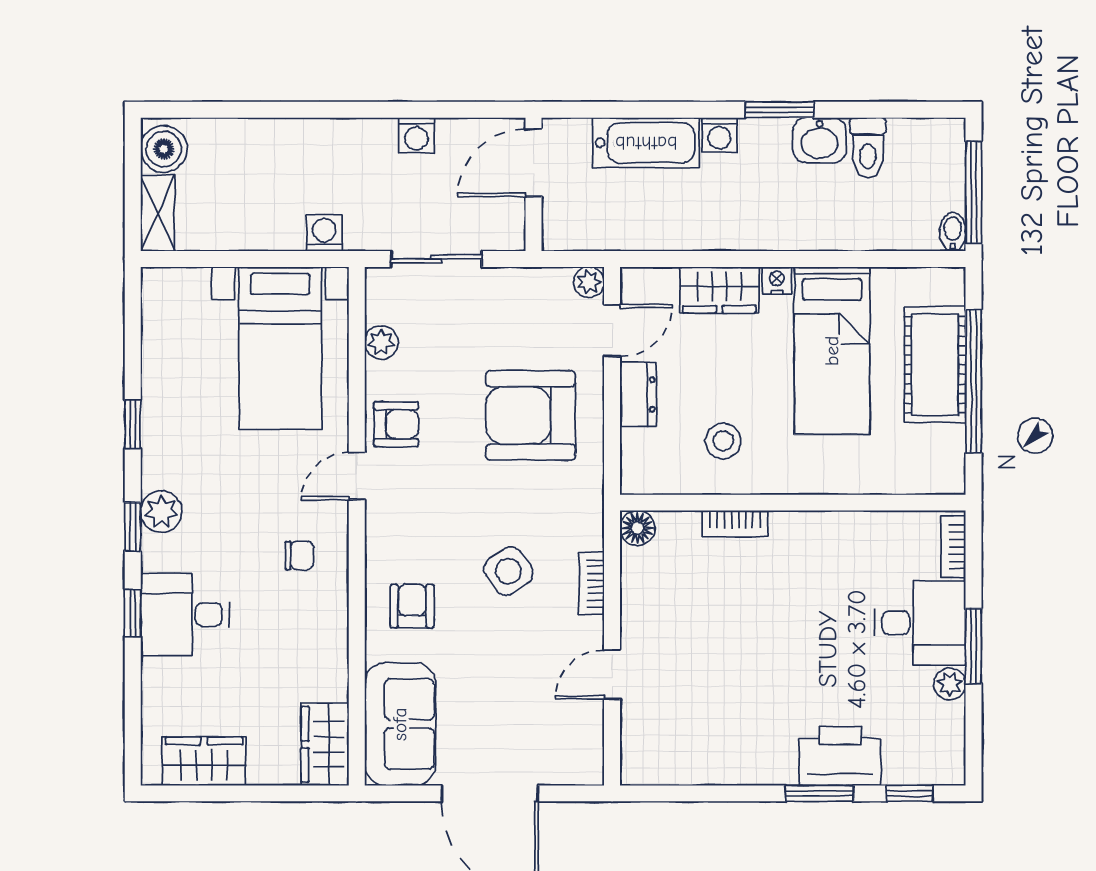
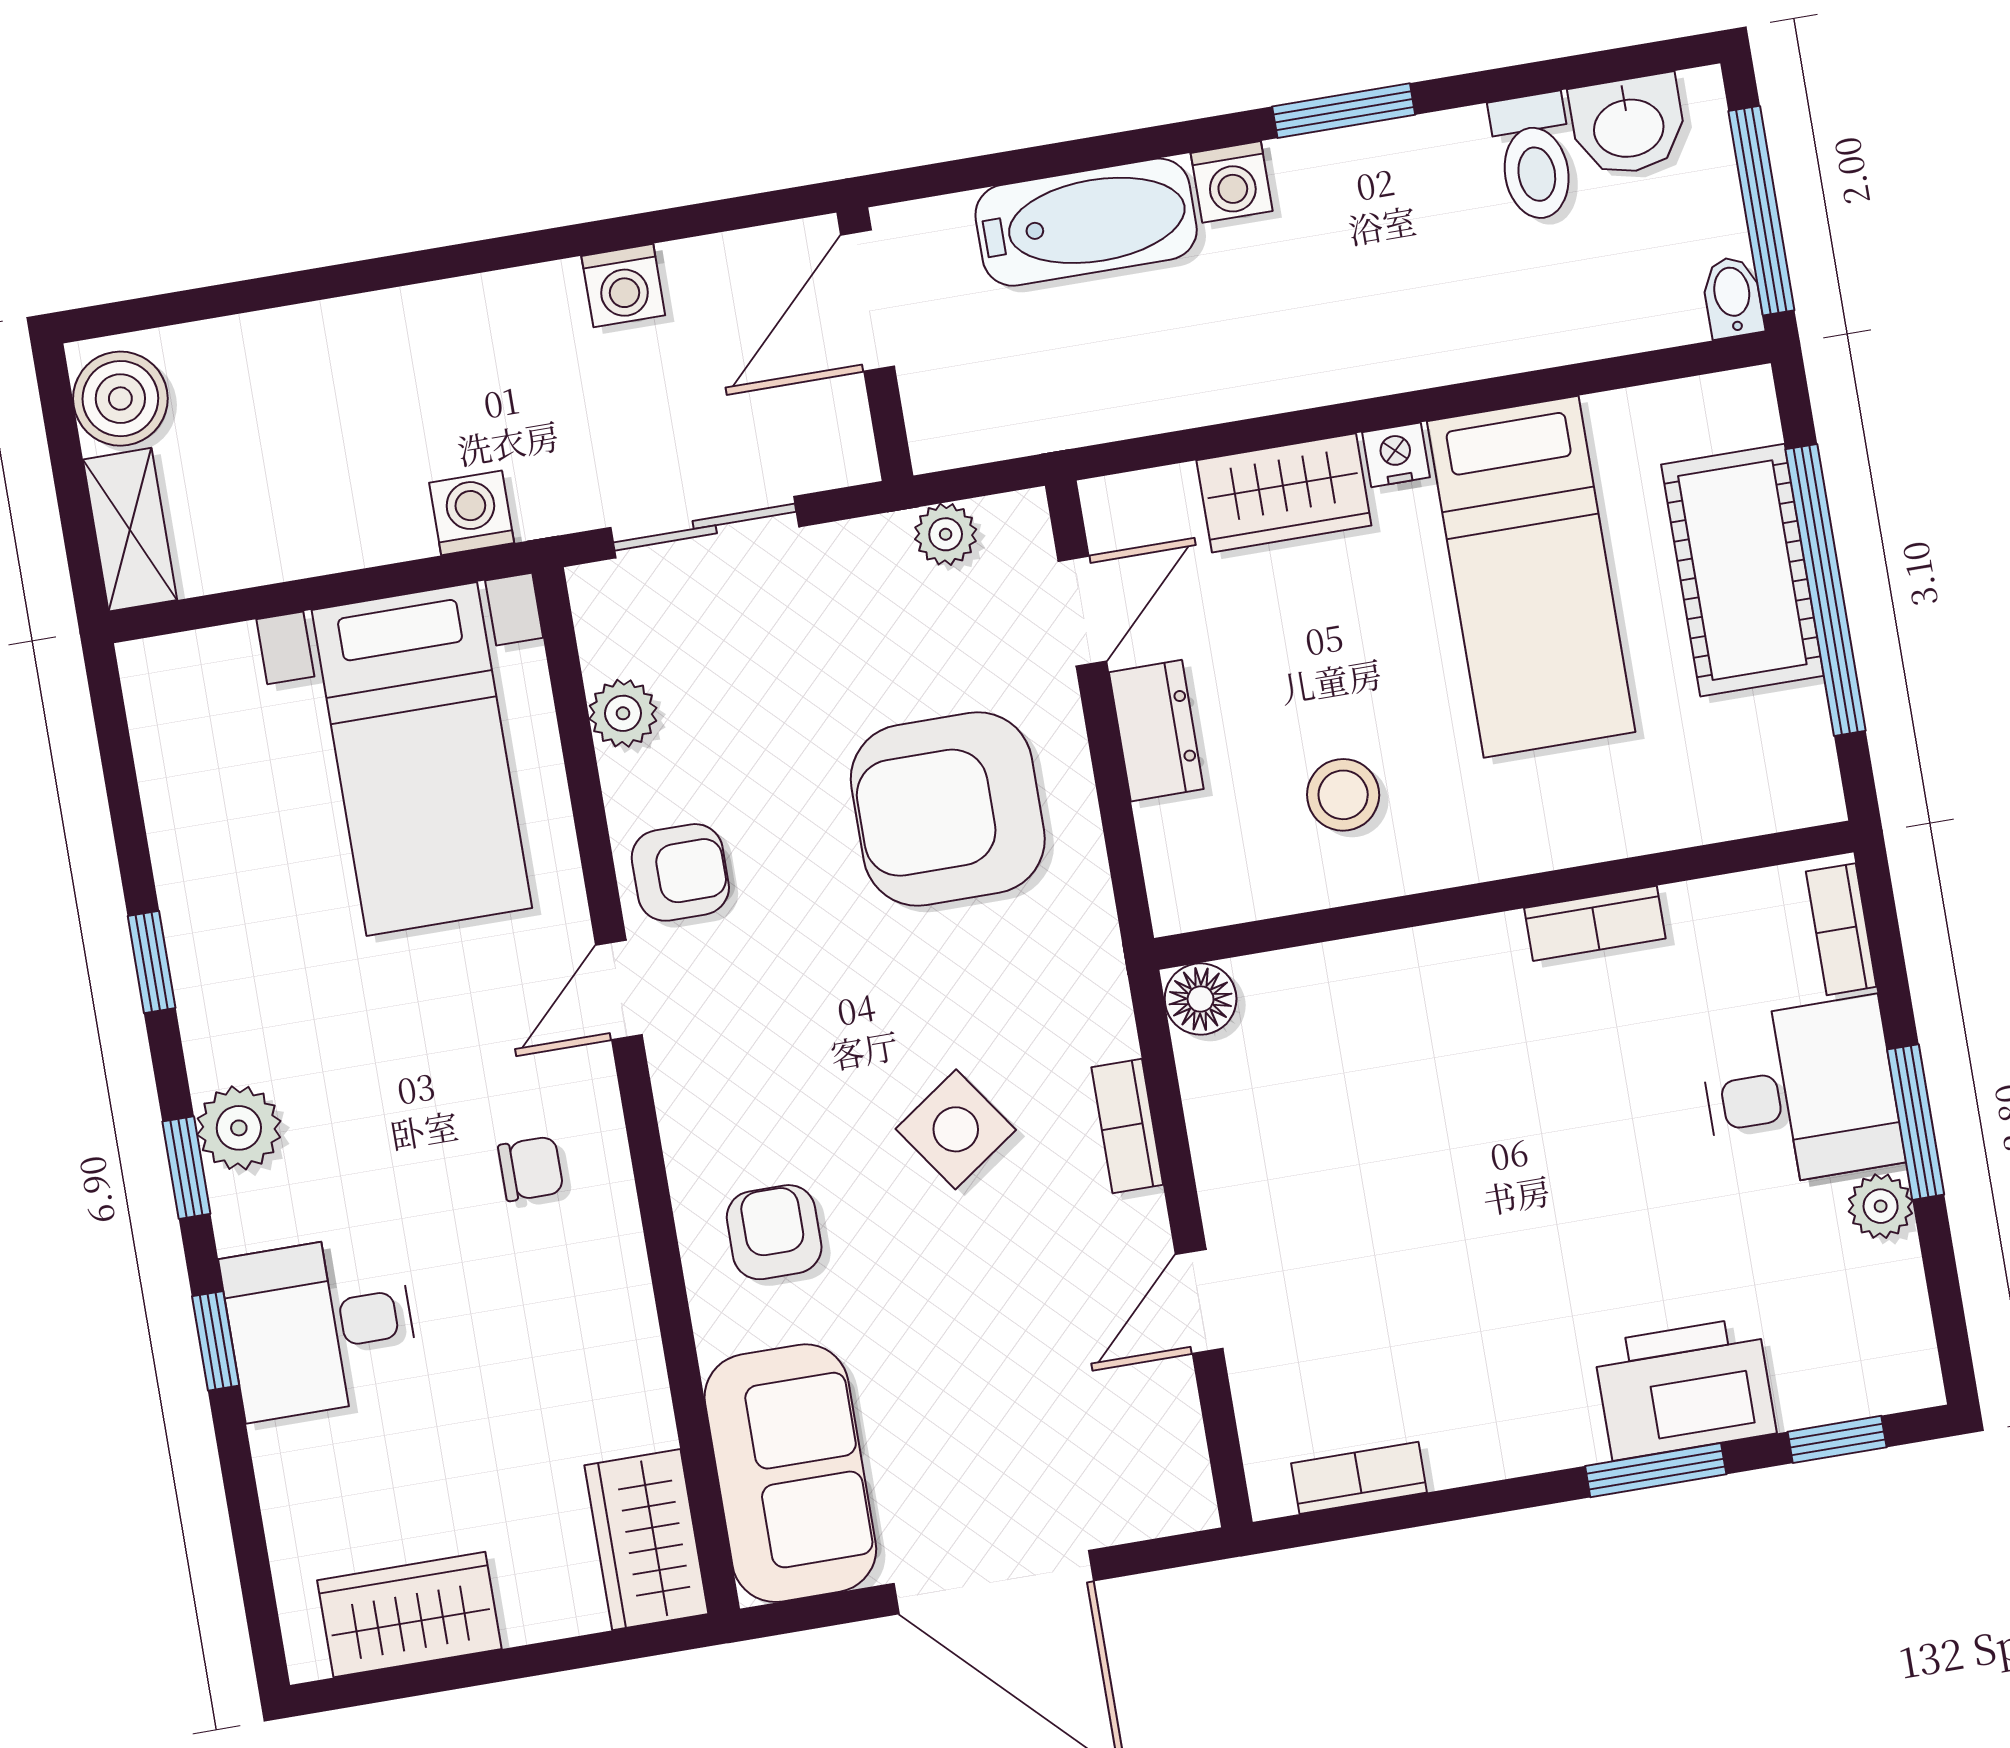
washbasin: (820, 140) -> (1628, 125), moved
plant: (589, 282) -> (946, 534), moved
bookcase: (735, 524) -> (1595, 923), moved
bookcase: (675, 773) -> (1359, 1478), added

